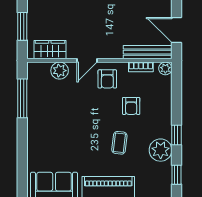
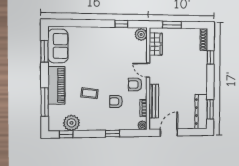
bench: (148, 52) -> (154, 101), moved
plant: (60, 71) -> (141, 34), moved
window: (22, 98) -> (121, 24), width x0.46
window: (176, 135) -> (112, 133), moved
plant: (161, 150) -> (72, 123), moved

